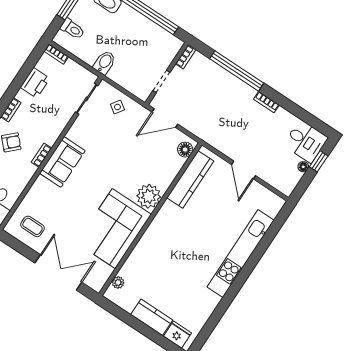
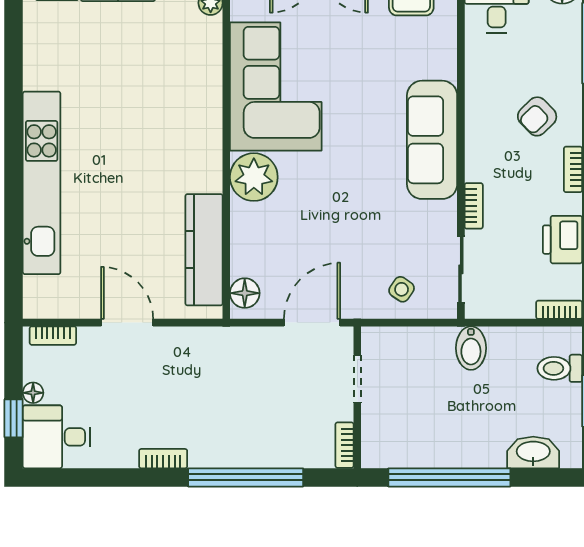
bookcase: (41, 155) -> (474, 206), moved
sofa: (62, 162) -> (432, 140), width x1.36
bookcase: (279, 185) -> (53, 336), added

